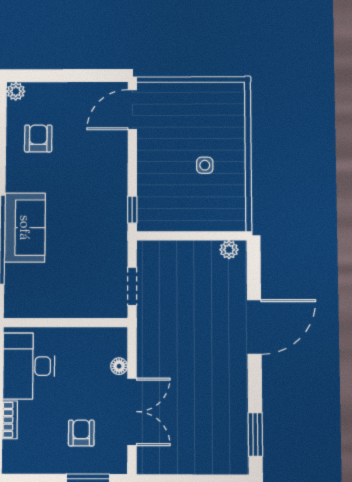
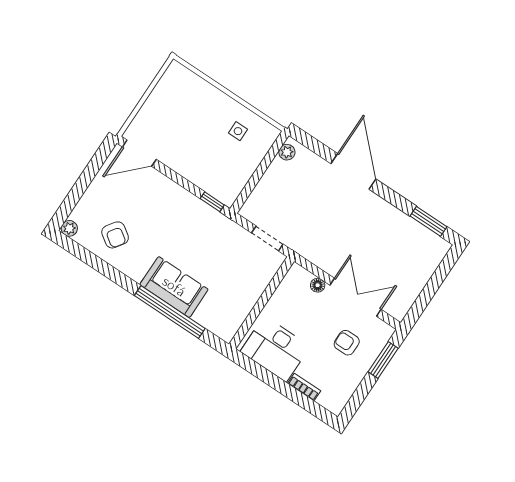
door: (132, 110) -> (139, 153), hinge flipped
armchair: (38, 138) -> (115, 235), turned -145
side table: (205, 165) -> (238, 131), moved

